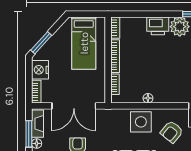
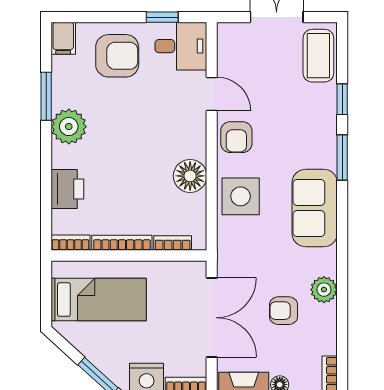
printer: (158, 26) -> (67, 189), moved
floor lamp: (148, 98) -> (190, 176), width x1.89, depth x1.89
armchair: (172, 132) -> (236, 137), moved, turned 51

